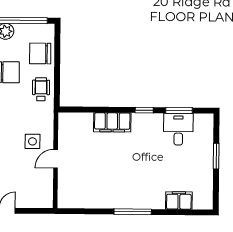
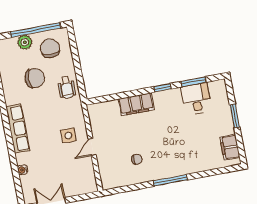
chair: (40, 53) -> (50, 48), moved, turned 90
wheelchair: (41, 89) -> (67, 88), turned 180
chair: (101, 182) -> (137, 159), added
filing cabinet: (179, 200) -> (230, 147), moved, turned -90

